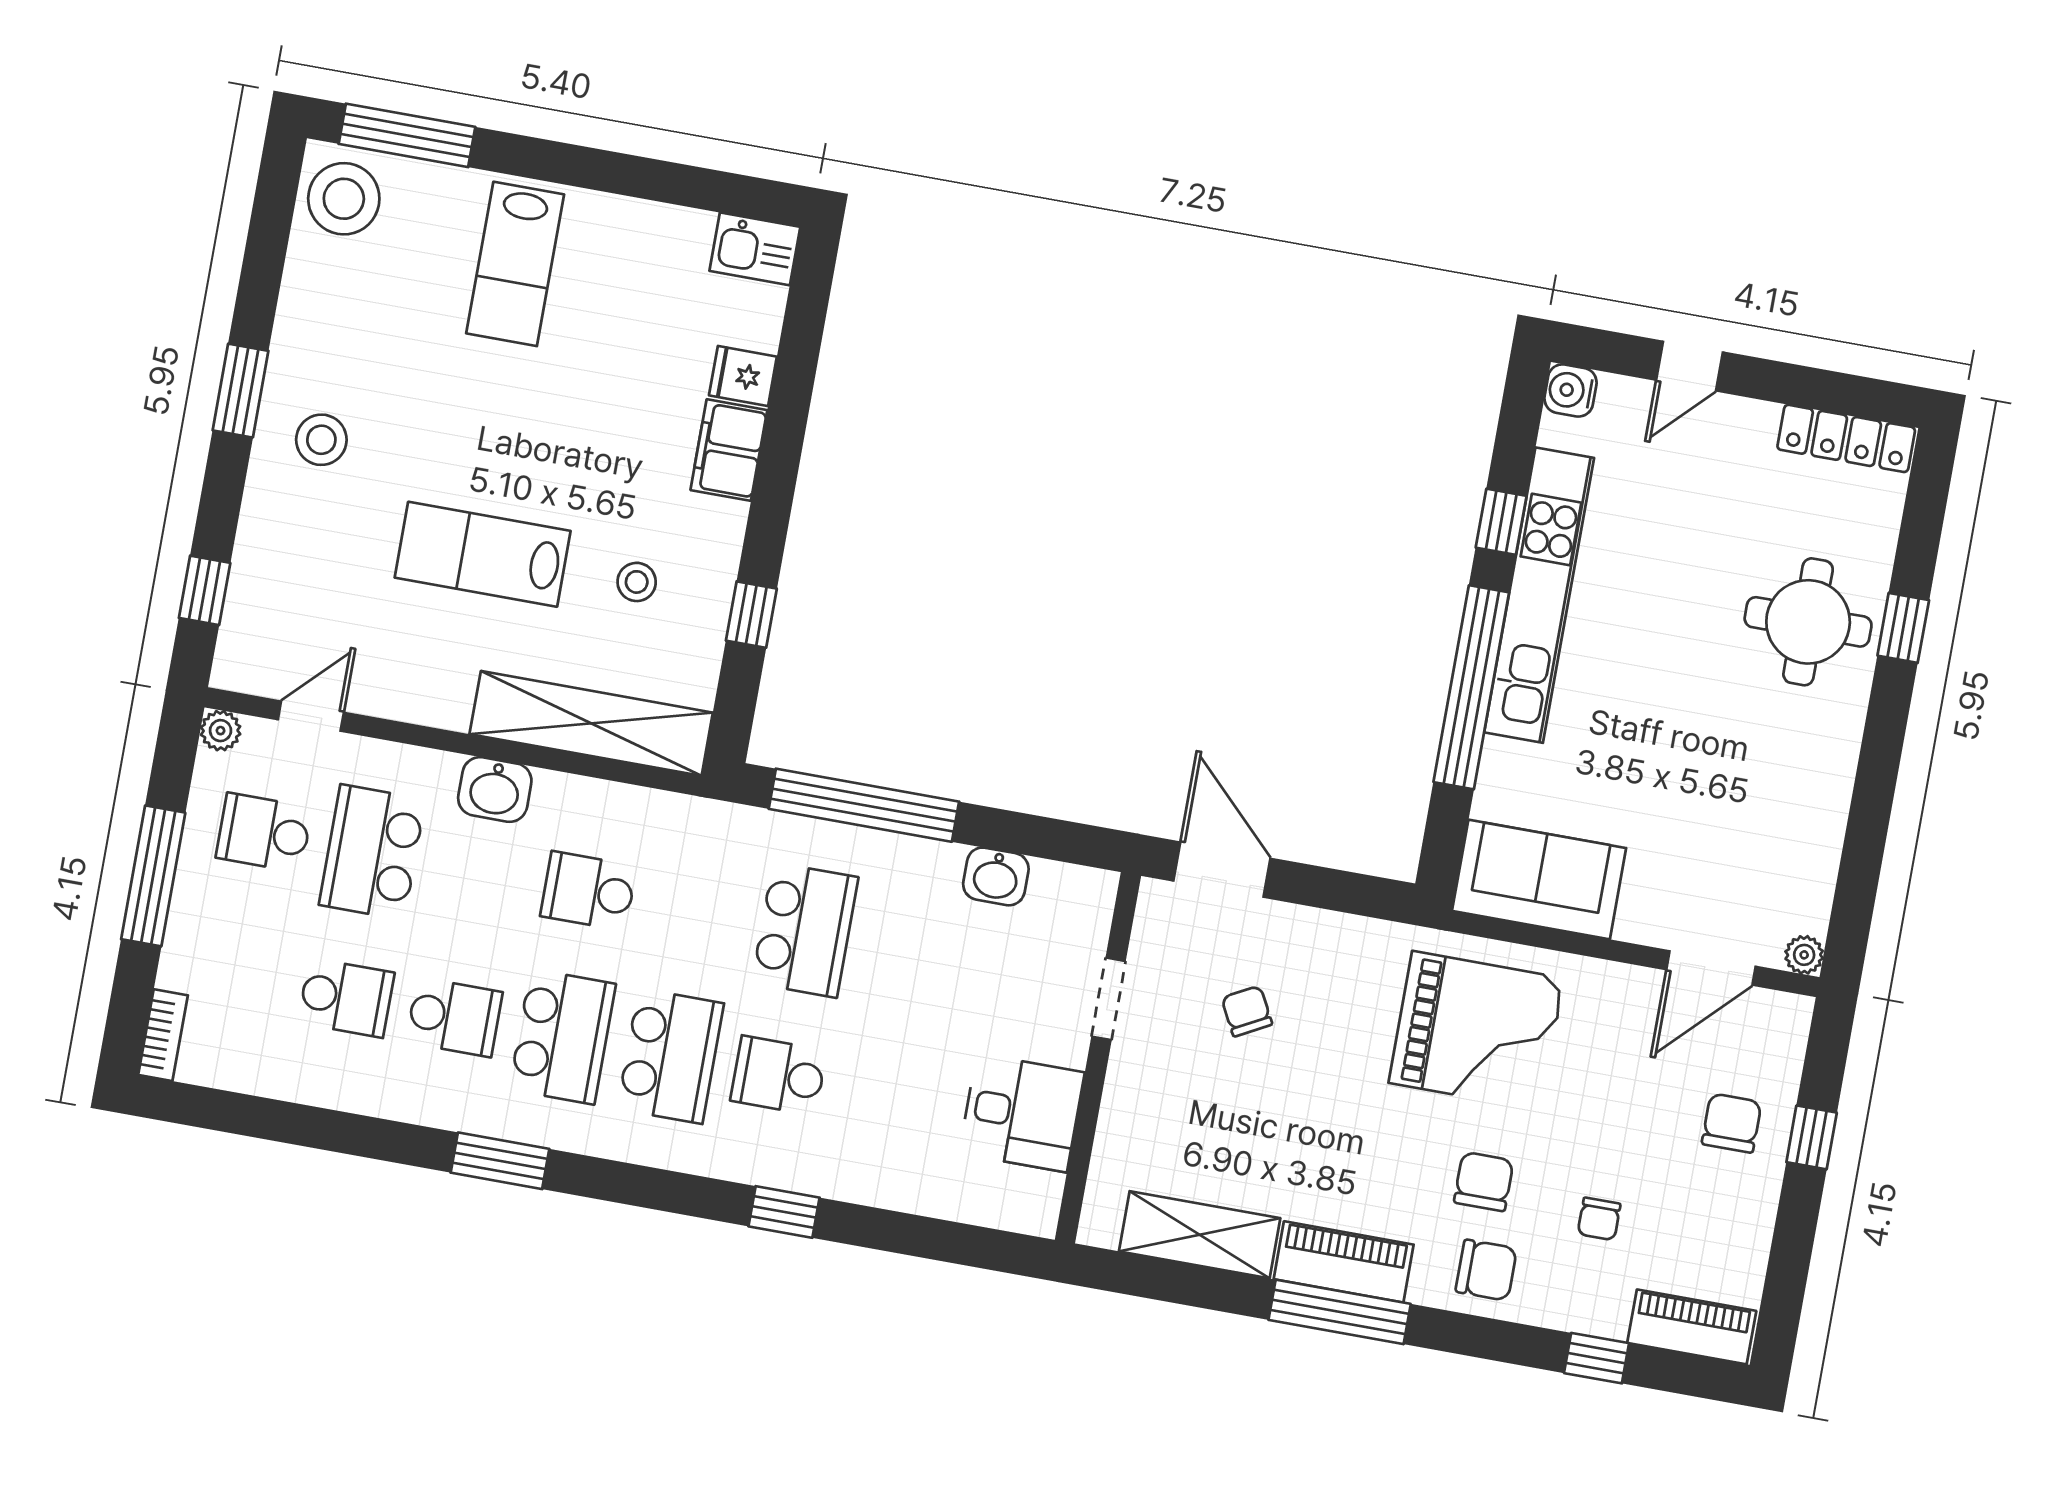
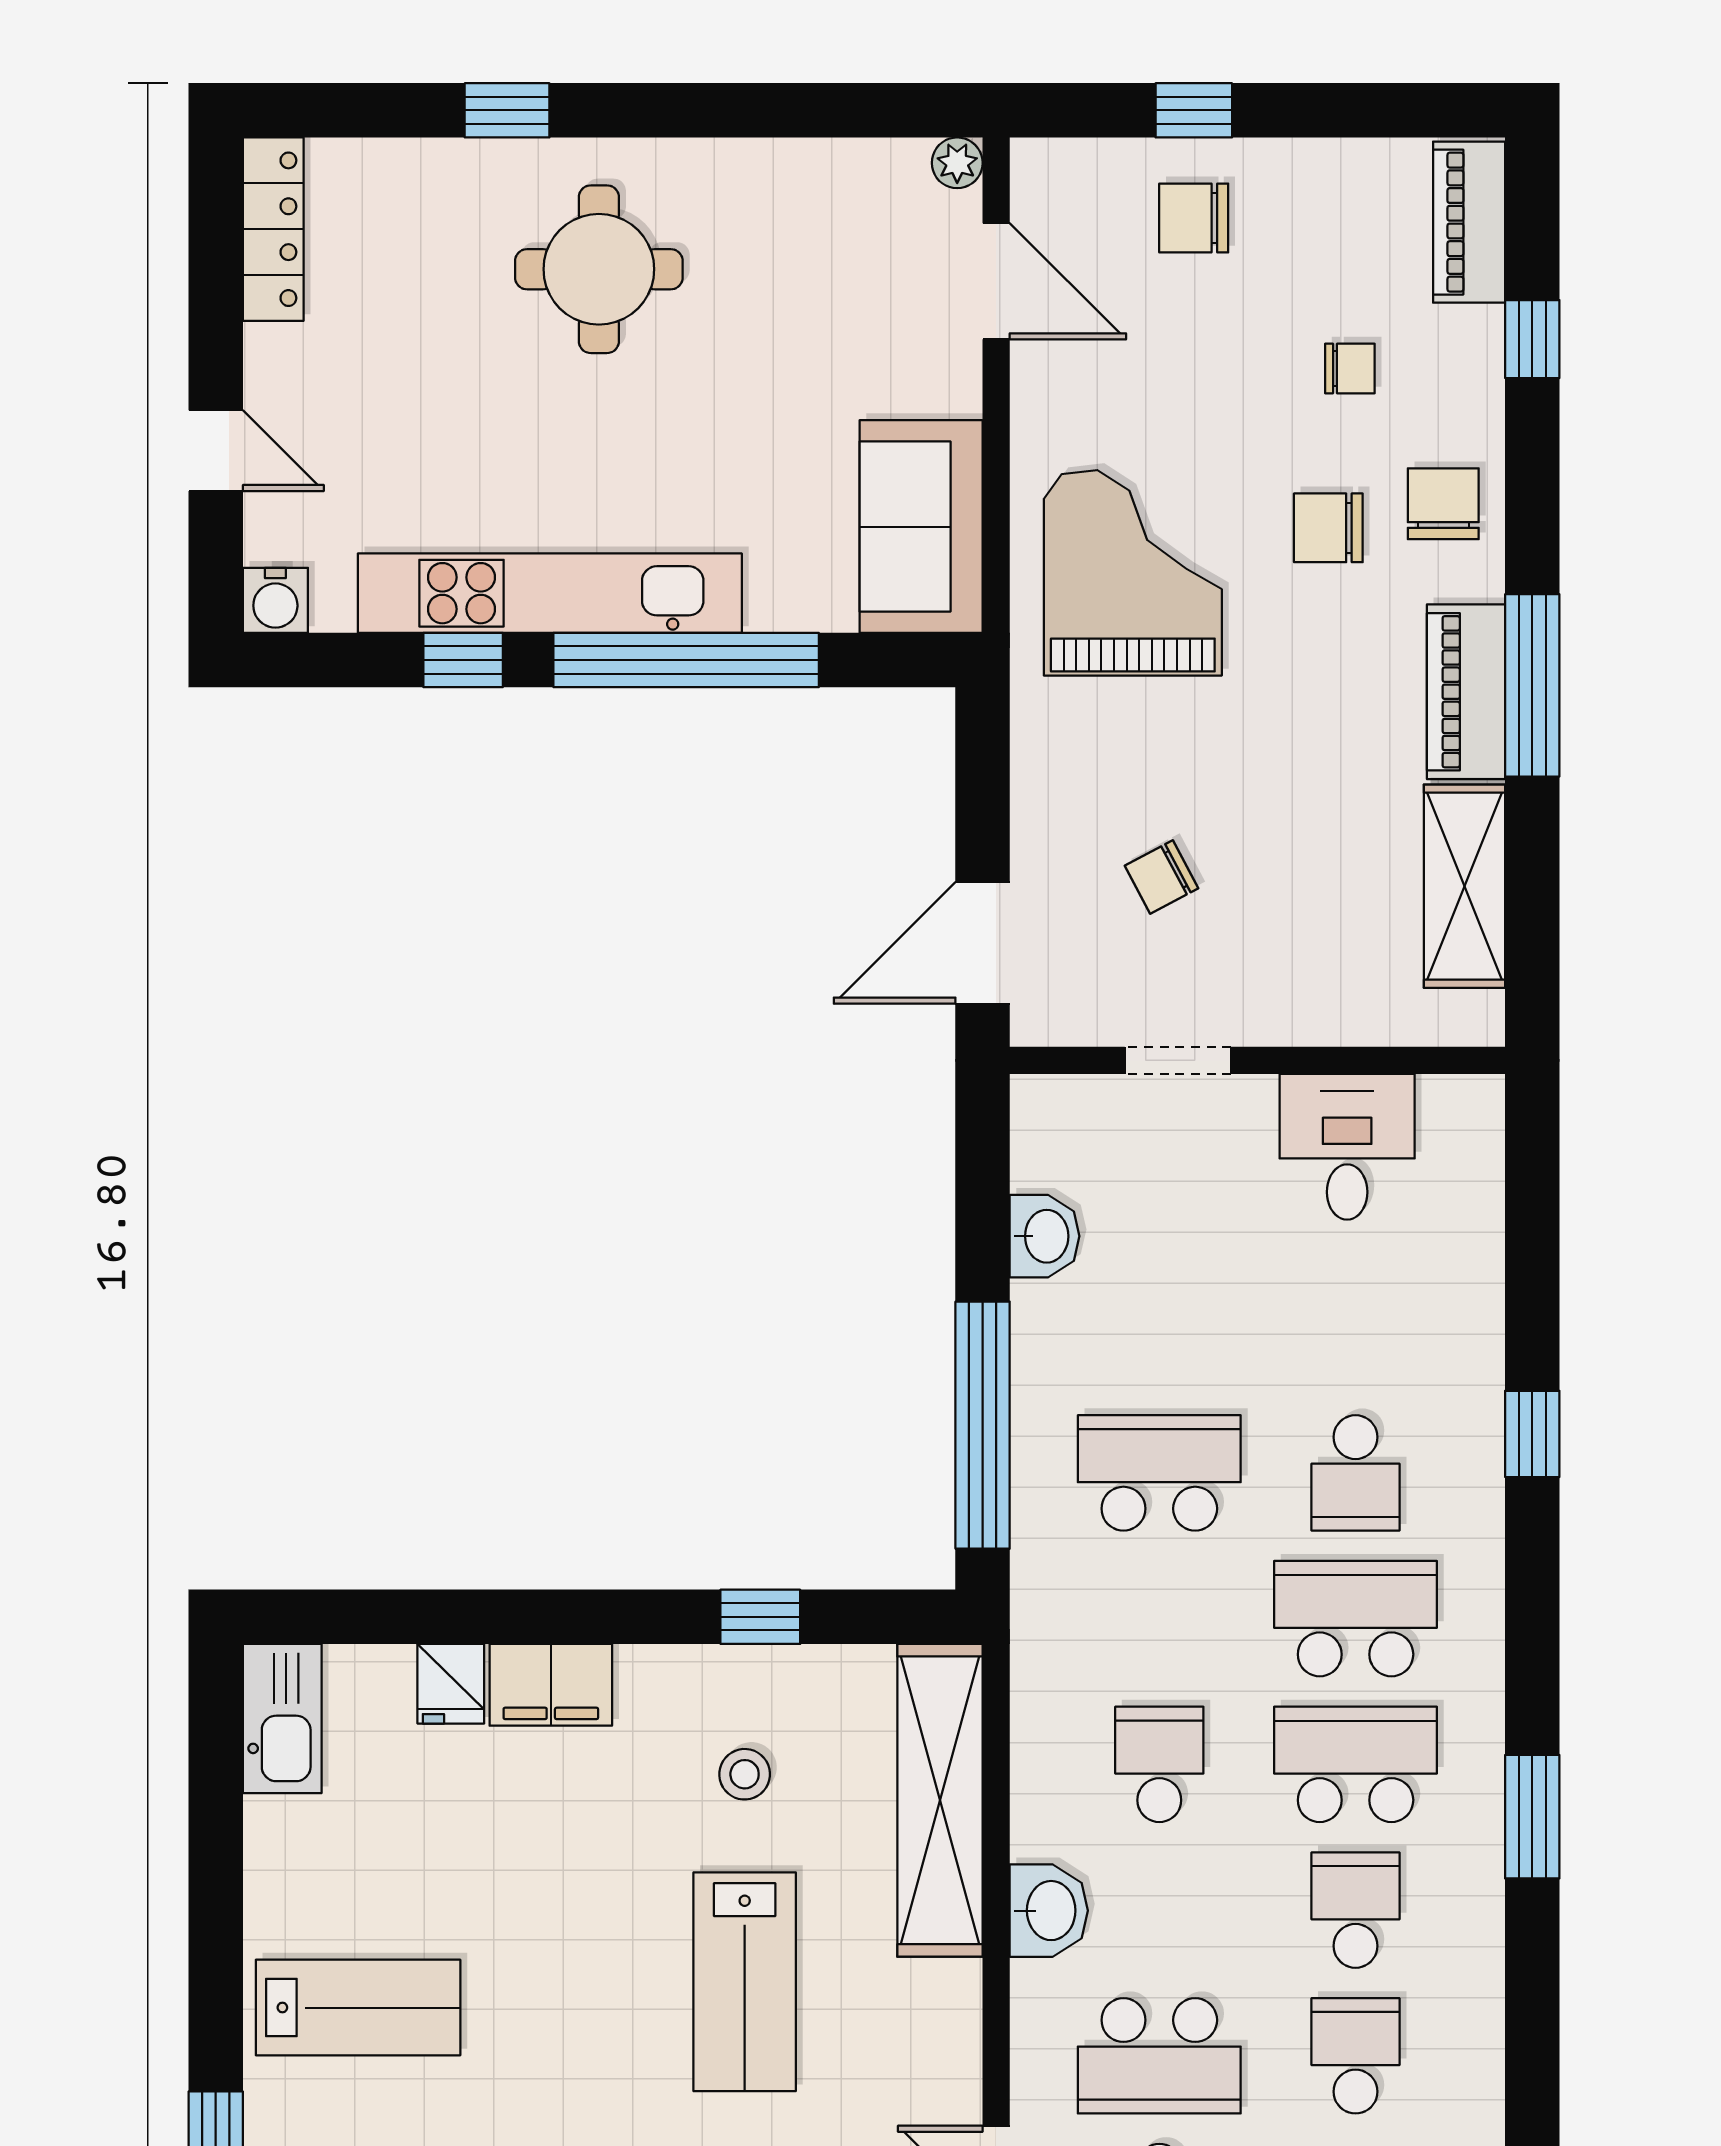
kitchen sink: (755, 249) -> (282, 1719), width x1.38
round table: (1808, 622) -> (599, 269), moved
school desk: (589, 891) -> (1159, 1764), turned 180

